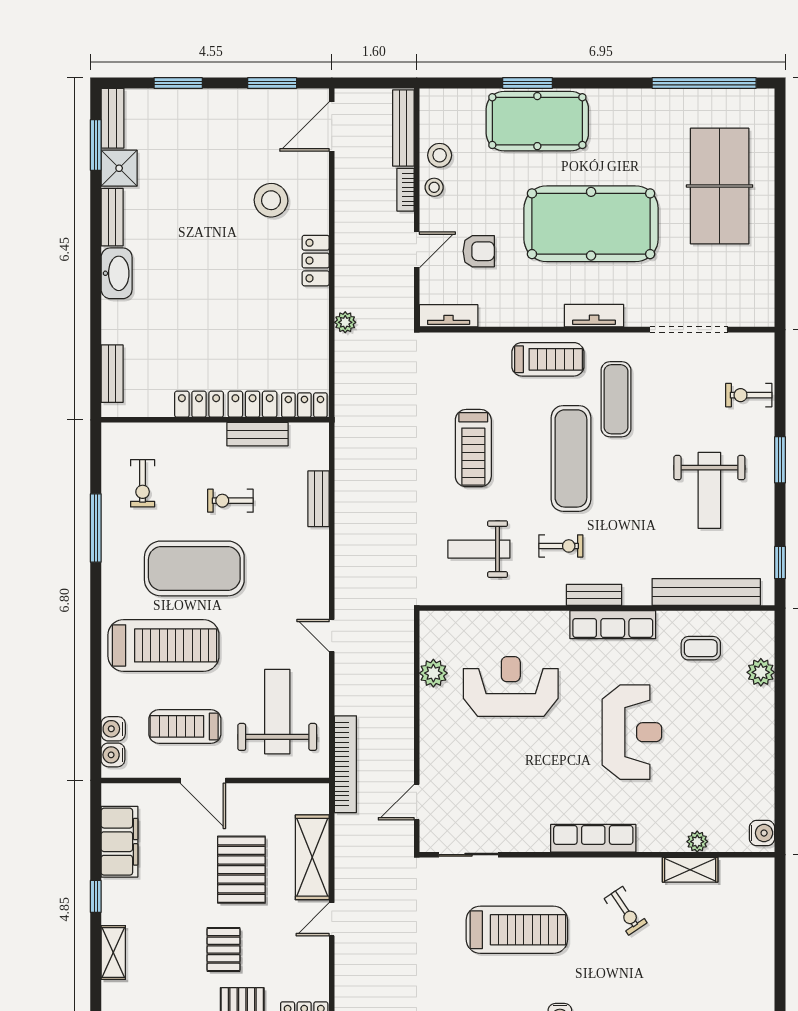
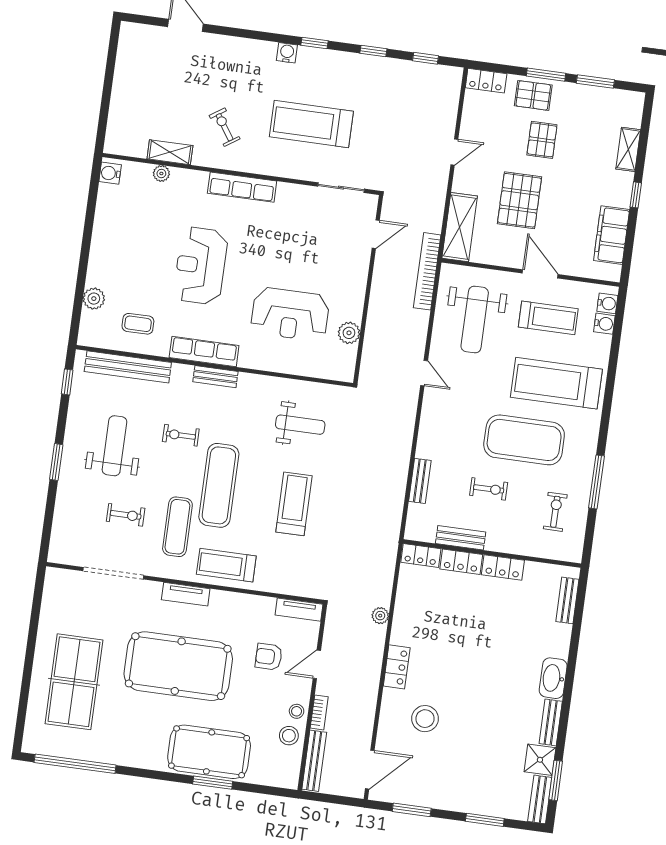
exercise bike: (749, 395) -> (126, 515), moved
exercise bike: (561, 546) -> (181, 435), moved
shelving: (312, 857) -> (460, 227), moved

